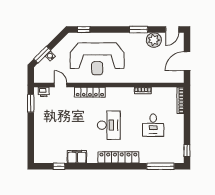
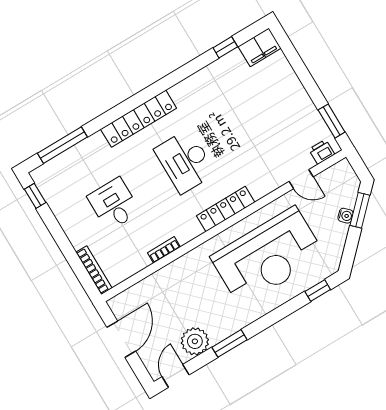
reception desk: (97, 59) -> (268, 256), turned 180
locker: (90, 92) -> (226, 209), moved
filing cabinet: (77, 157) -> (260, 47), moved

